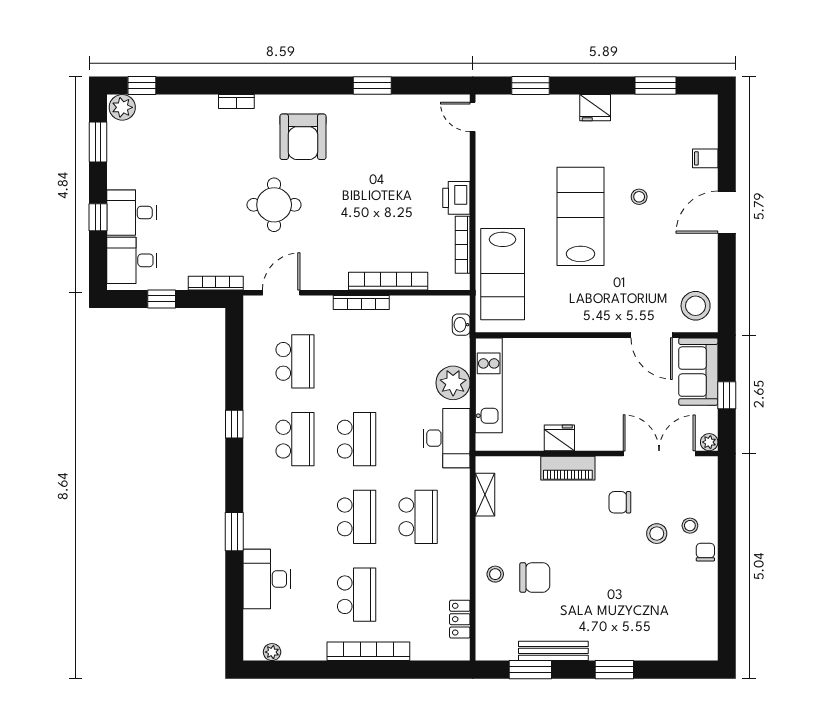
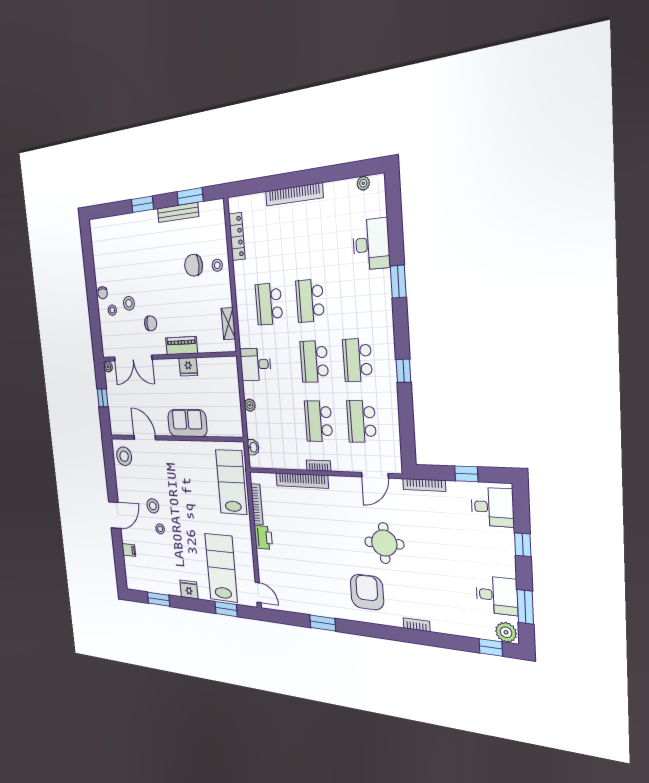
desk: (131, 213) -> (497, 595), moved
lab bench: (580, 216) -> (221, 568), moved, turned 180
stool: (649, 231) -> (153, 506), added
bookcase: (361, 303) -> (319, 466), width x0.64
sofa: (698, 372) -> (187, 423), moved, turned -90
plant: (453, 383) -> (250, 405), width x0.53, depth x0.53
kitchen unit: (489, 385) -> (233, 403), removed
desk: (447, 438) -> (256, 364), width x0.73
school desk: (357, 595) -> (319, 421), moved
locker: (460, 619) -> (237, 237), width x1.53

